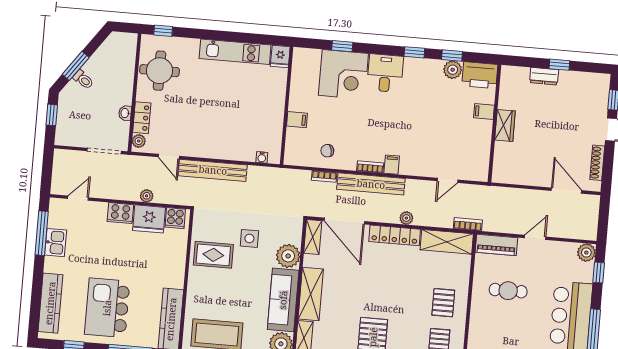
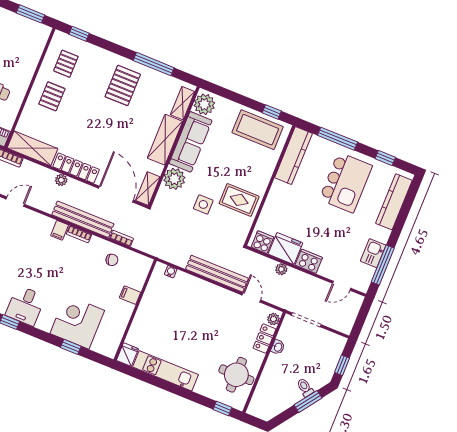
desk: (385, 73) -> (25, 306), moved

